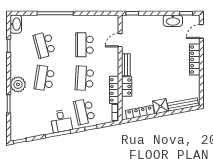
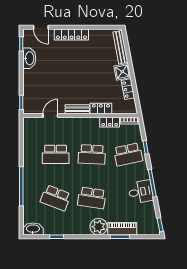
door: (120, 40) -> (50, 116), swing flipped
school desk: (44, 45) -> (56, 198), turned 36
locker: (114, 90) -> (110, 122), width x0.66
piano: (16, 106) -> (122, 229), added
locker: (140, 112) -> (128, 89), width x0.66
desk: (61, 121) -> (141, 192), moved

